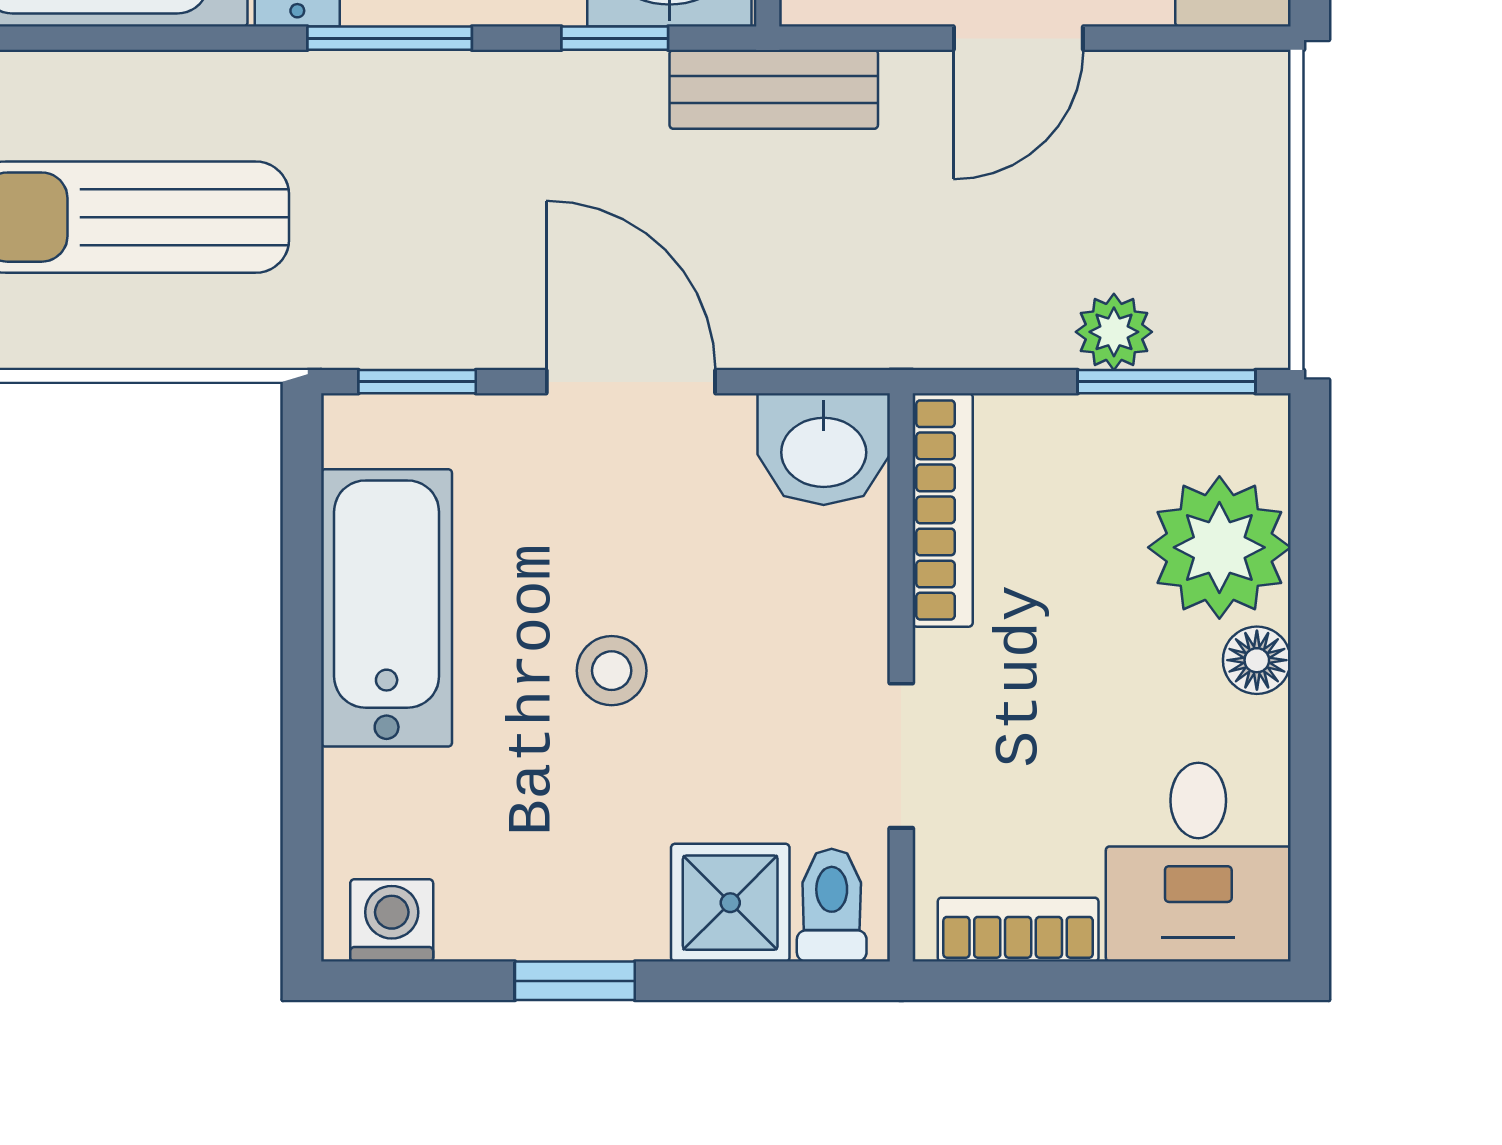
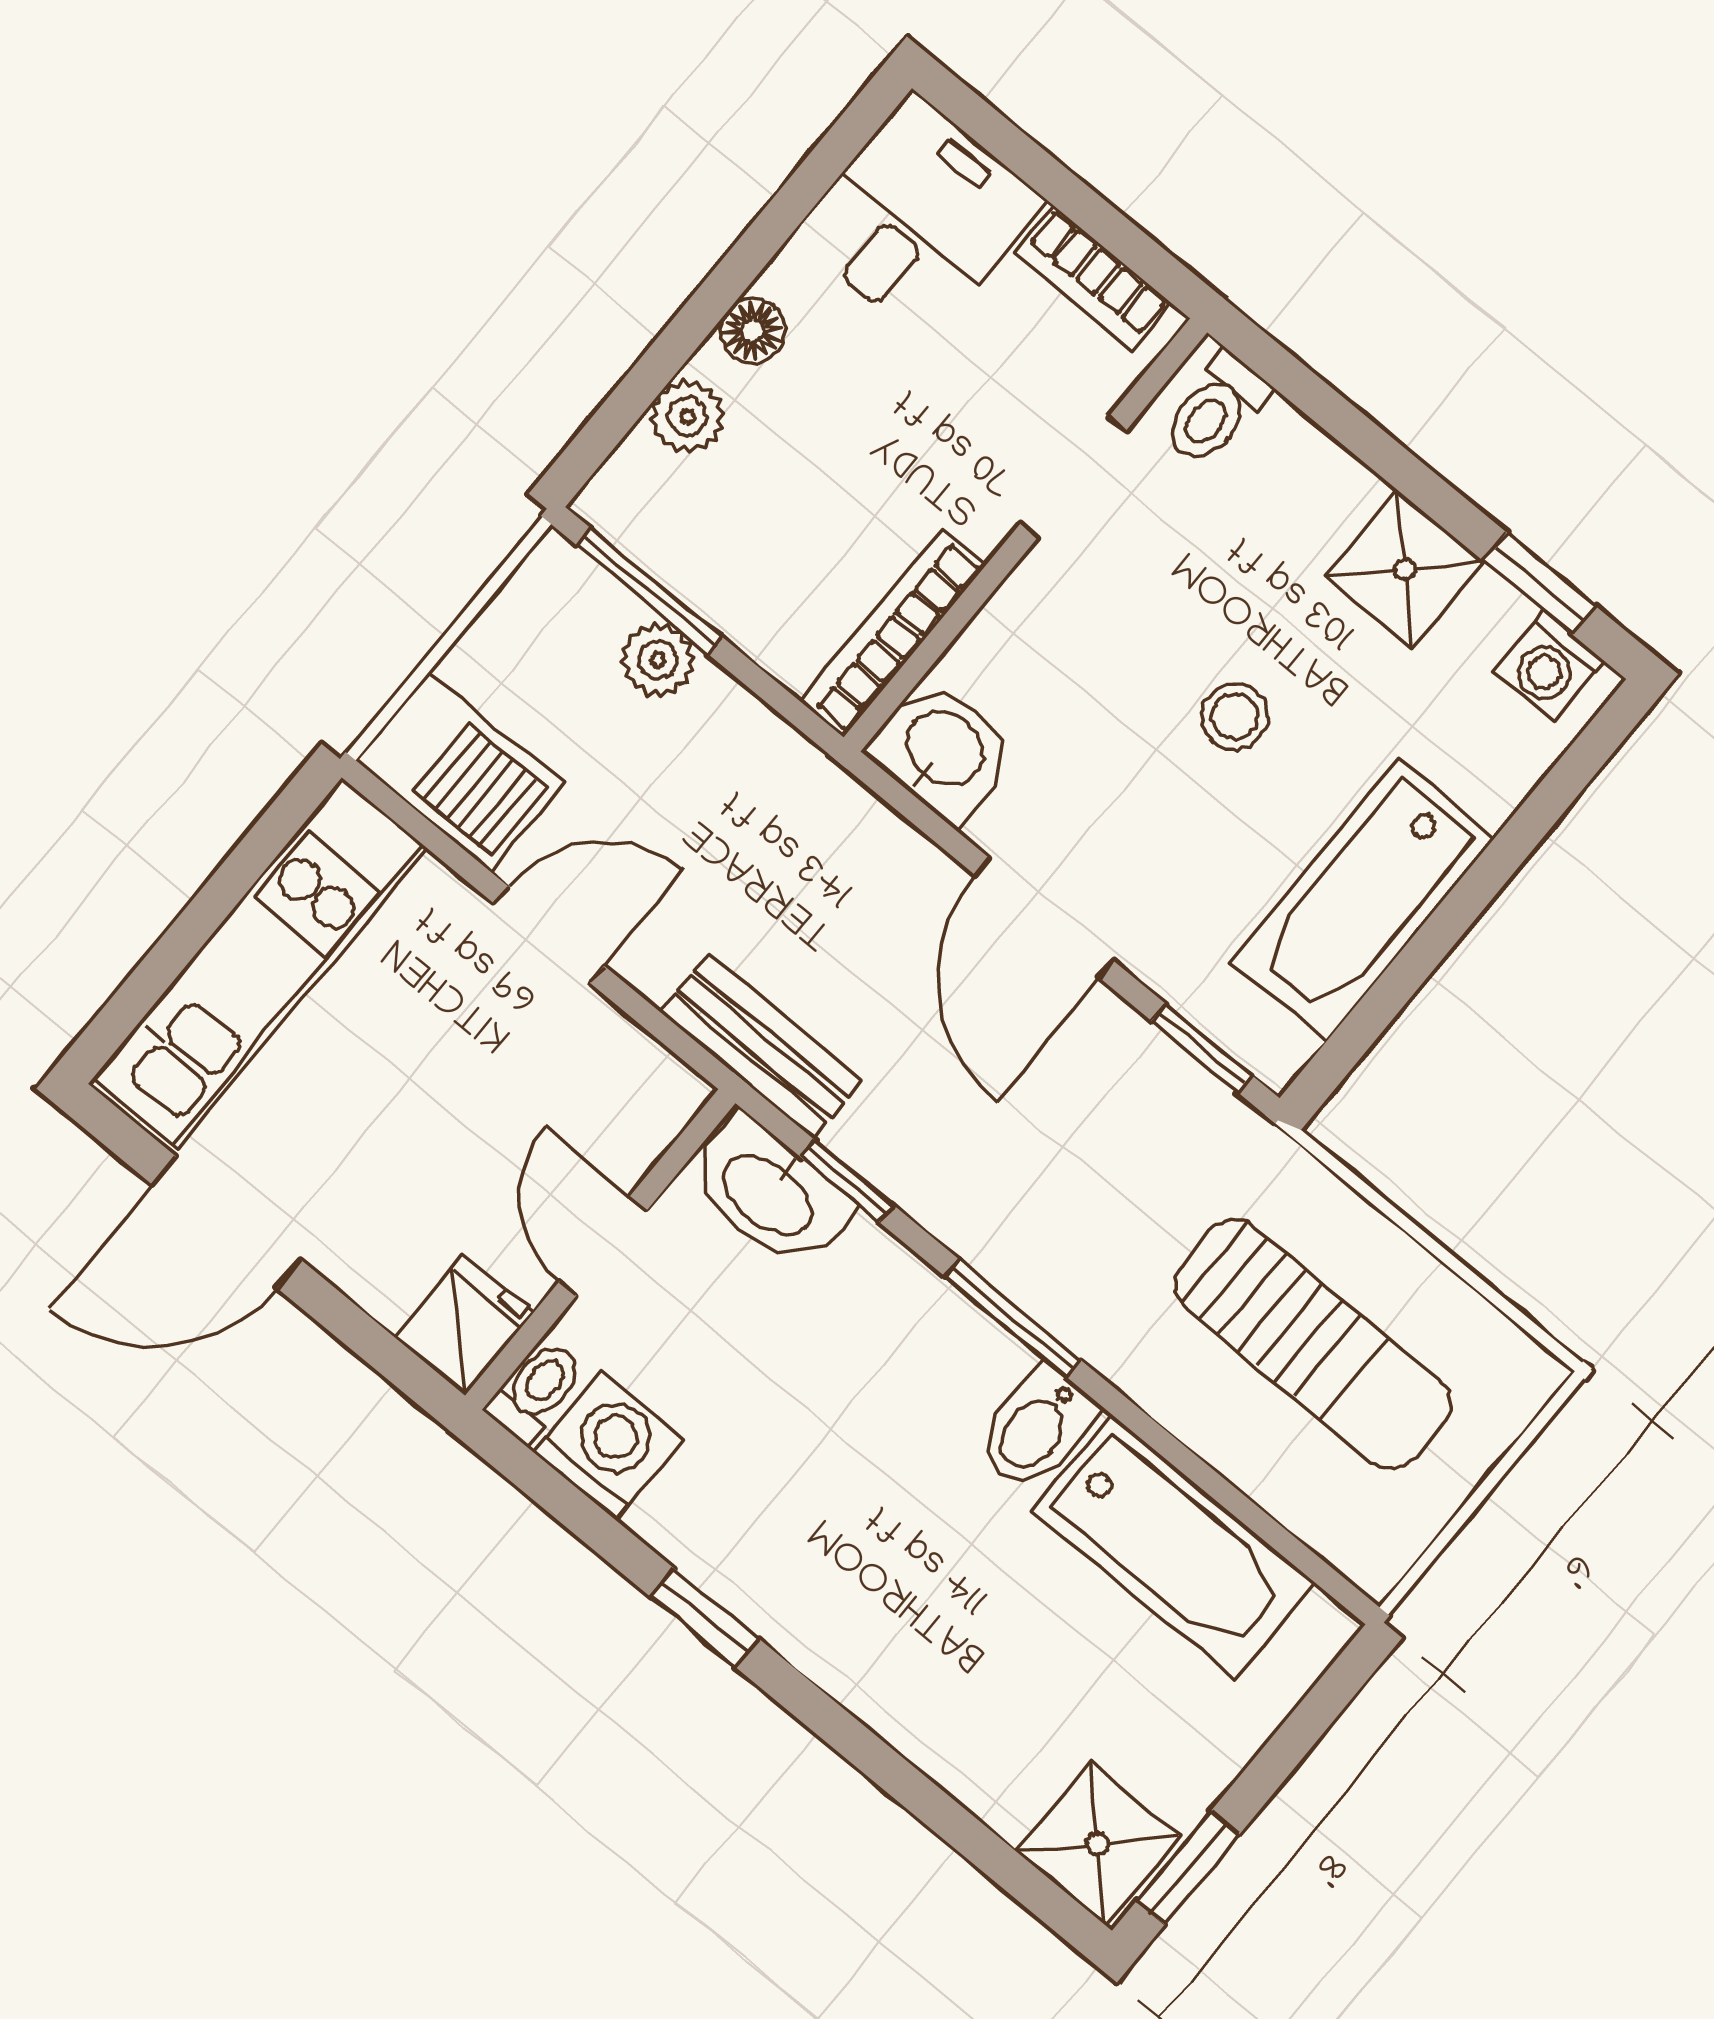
barbecue: (1199, 110) -> (460, 772), added
plant: (1219, 547) -> (687, 416), width x0.53, depth x0.53
shower: (730, 903) -> (1405, 569), moved
window: (575, 981) -> (1539, 583), moved

